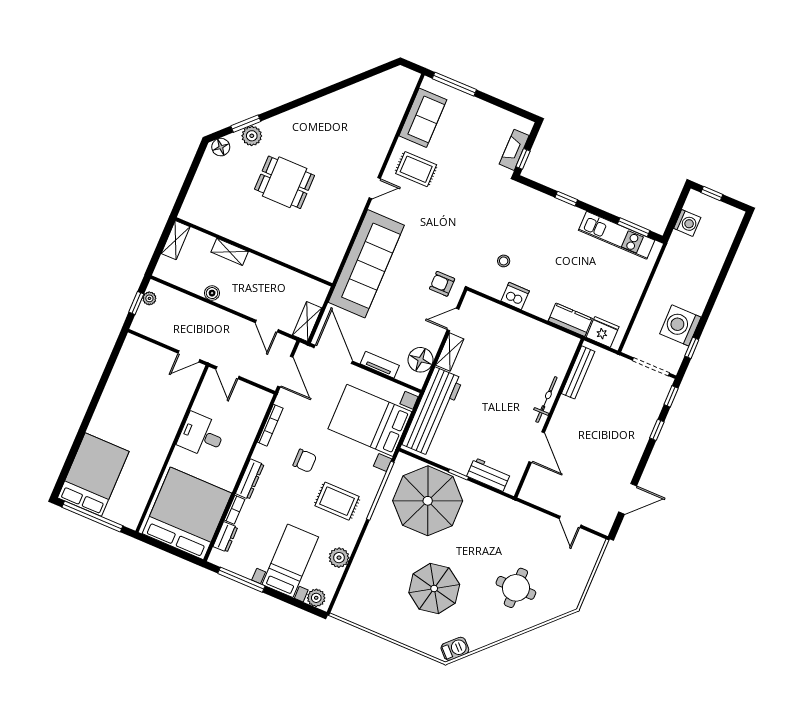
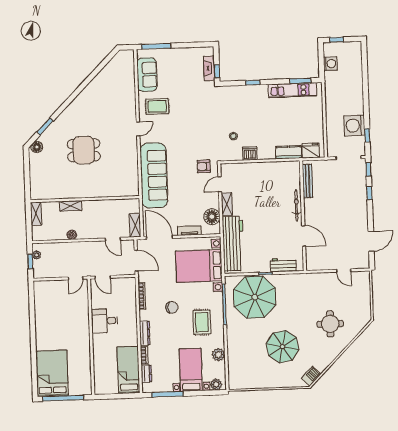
plant: (252, 136) -> (52, 132), removed
rug: (337, 501) -> (202, 322), turned 90
bed: (187, 513) -> (128, 370), width x0.49

